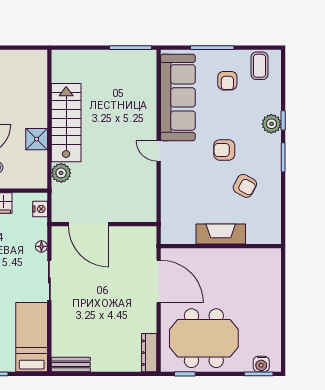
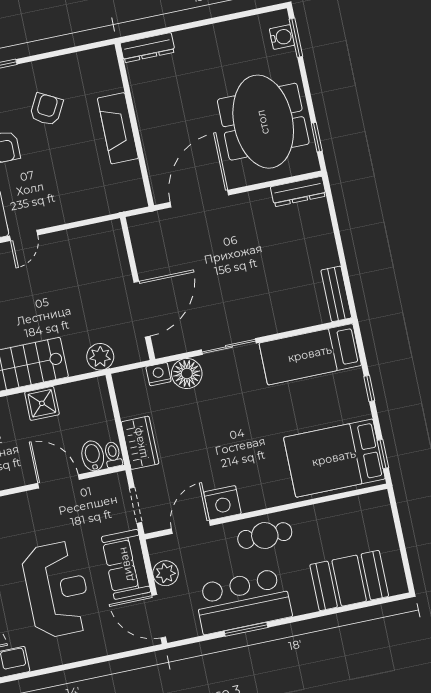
plant: (61, 173) -> (100, 357), moved
nightstand: (40, 209) -> (158, 374), moved
floor lamp: (41, 246) -> (187, 374), width x1.89, depth x1.89
dresser: (274, 267) -> (148, 48), added

